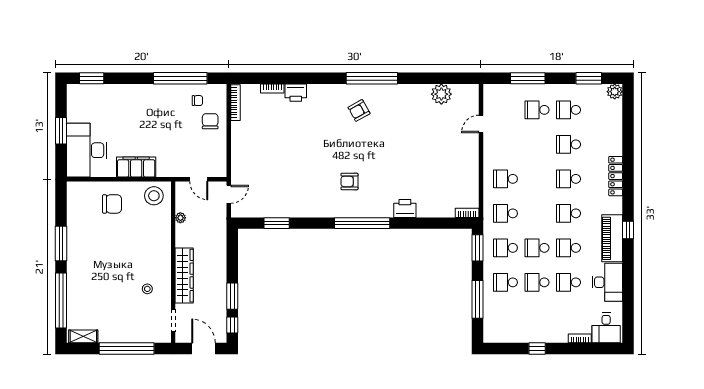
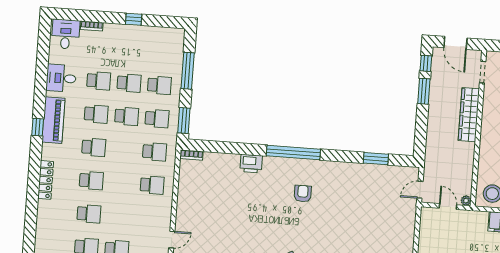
armchair: (349, 181) -> (303, 194), turned -90
plant: (180, 218) -> (466, 201), moved
desk: (607, 282) -> (61, 78), width x0.73

